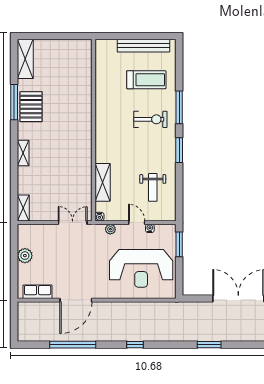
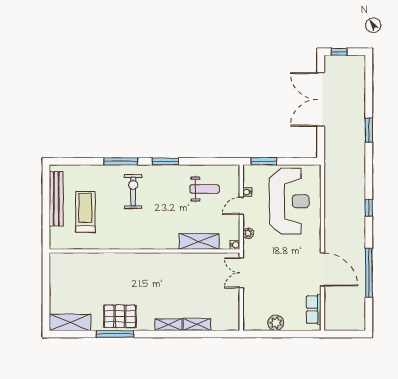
treadmill: (146, 80) -> (85, 212), moved
shelving: (23, 208) -> (197, 324), moved

